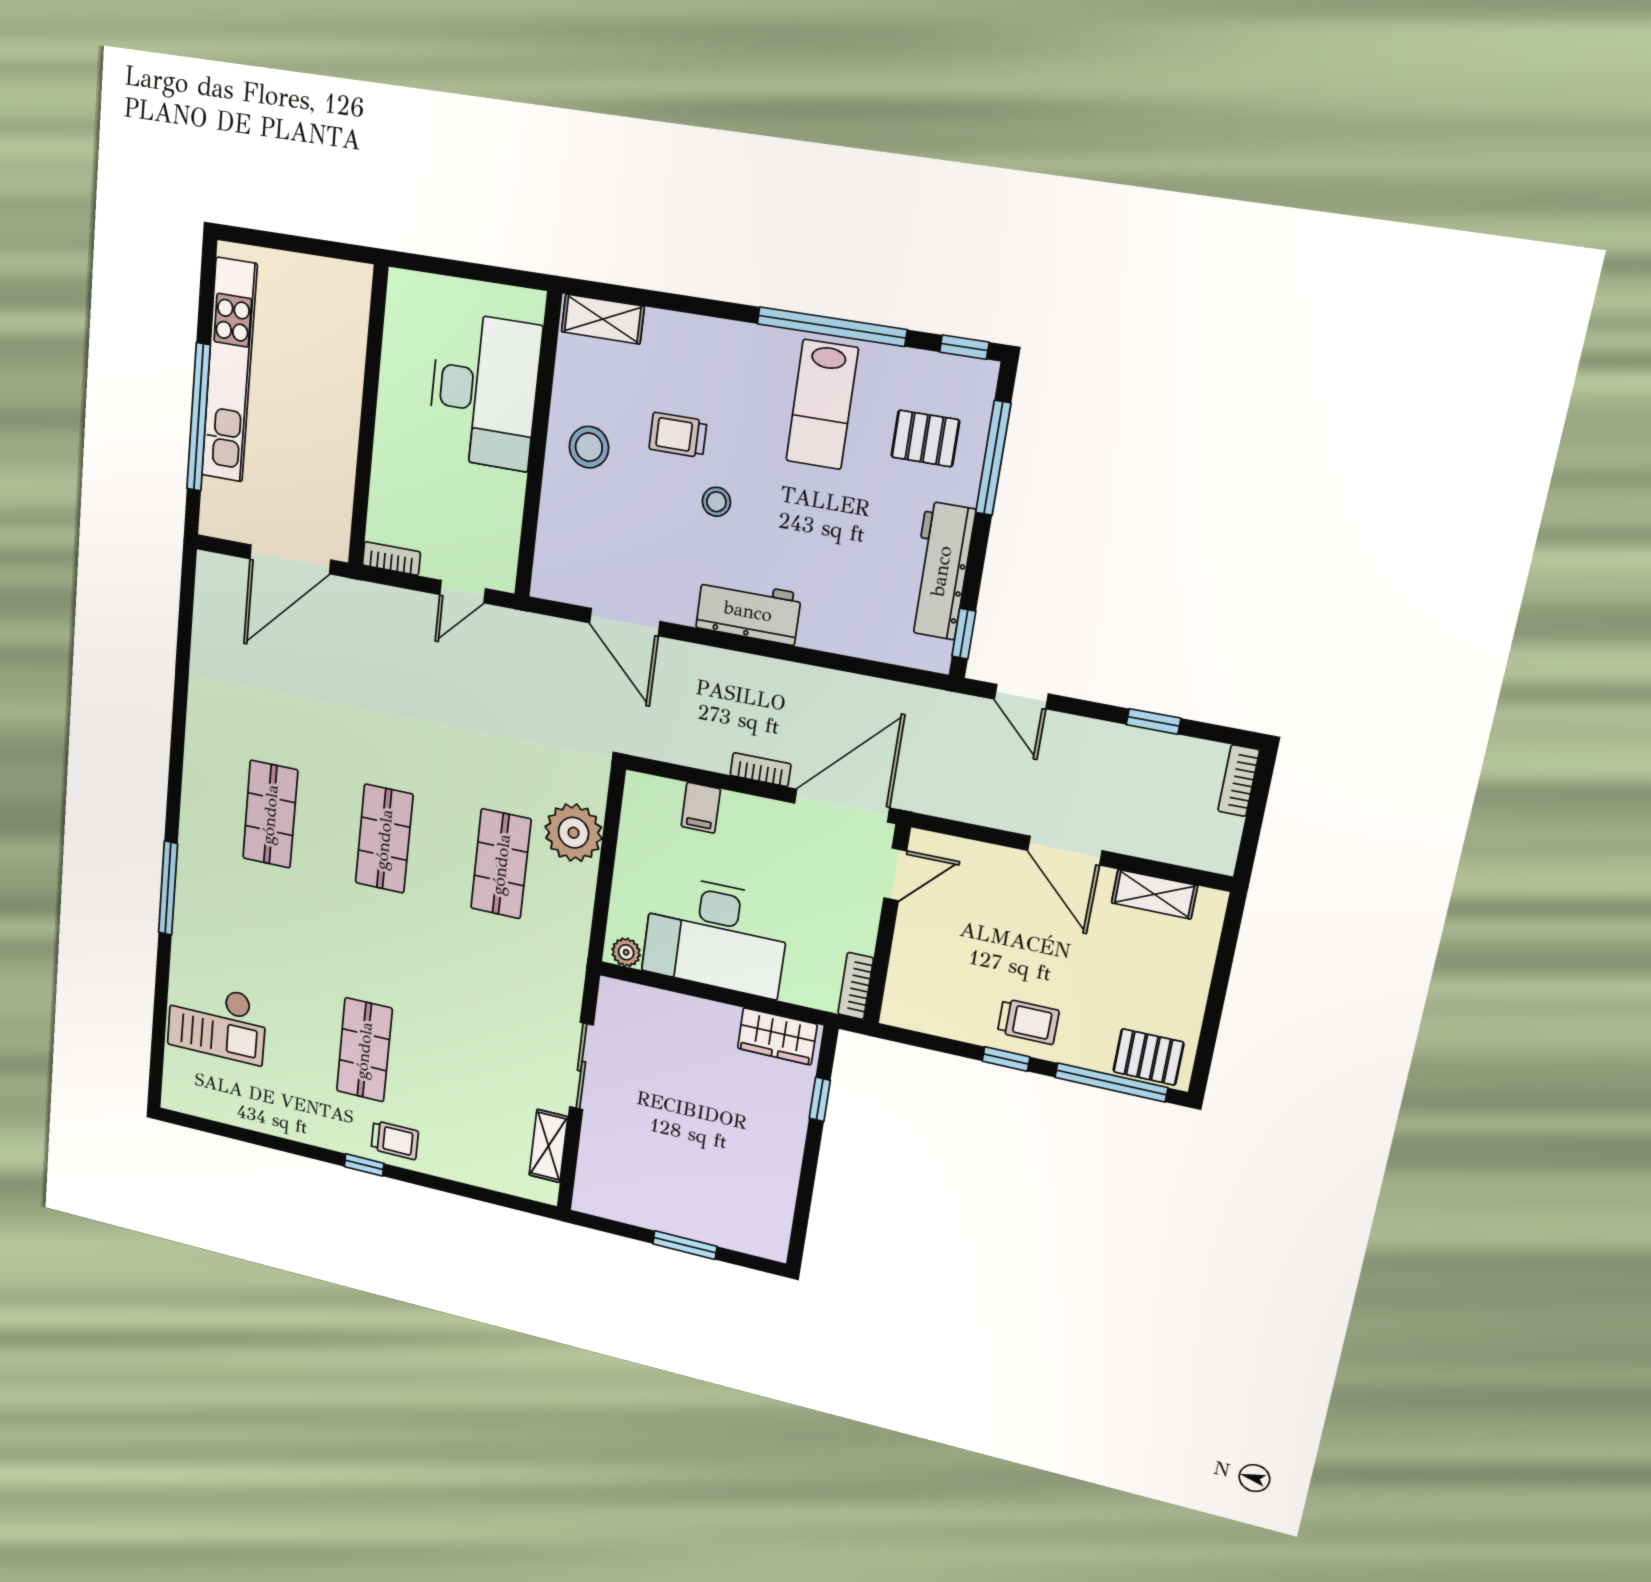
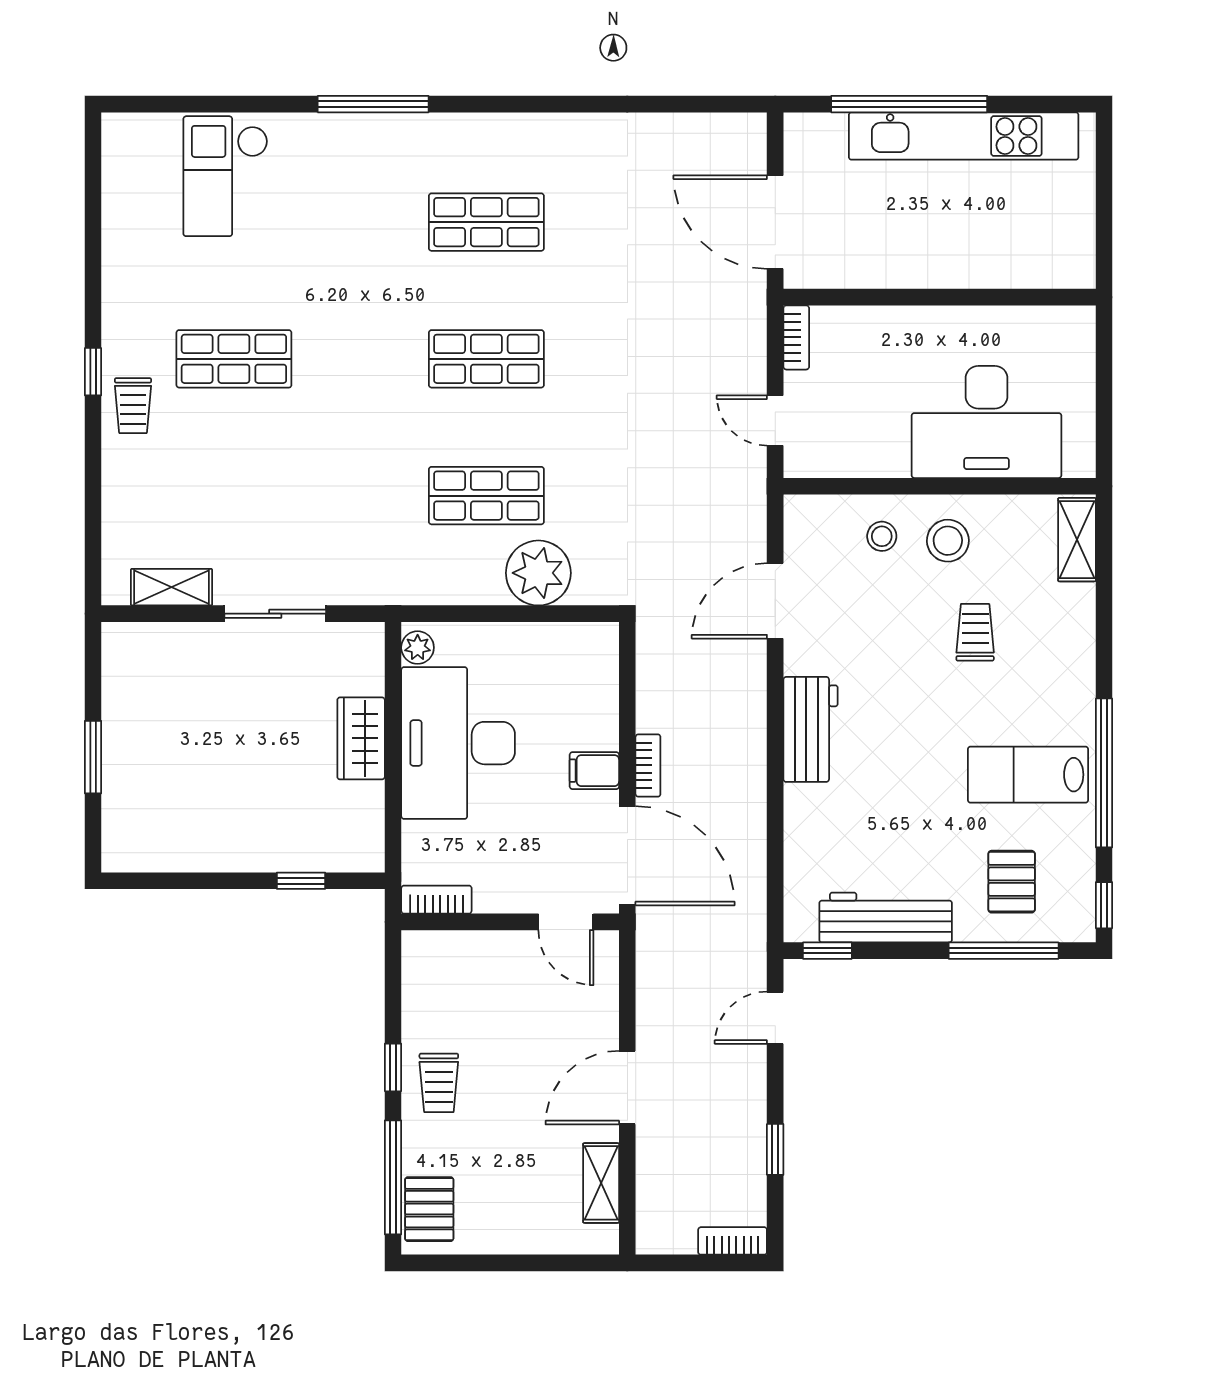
stool: (716, 502) -> (882, 536), moved
filing cabinet: (701, 808) -> (594, 771), moved
wardrobe: (777, 1036) -> (361, 738), moved

